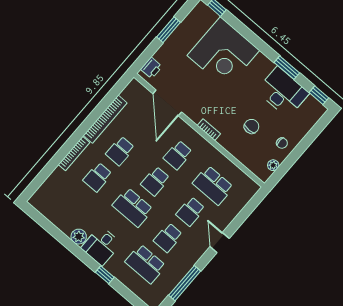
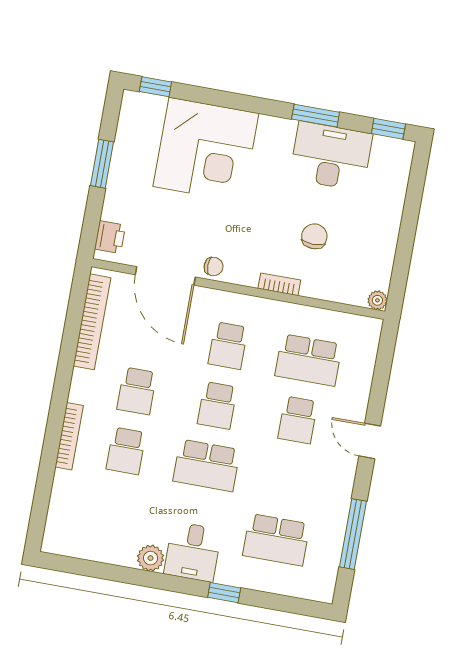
bookcase: (105, 119) -> (92, 322), moved
bookcase: (209, 130) -> (279, 284), moved
chair: (282, 143) -> (214, 266), moved
plant: (273, 165) -> (377, 300), moved
school desk: (168, 238) -> (287, 480), removed

